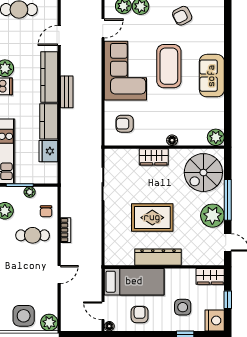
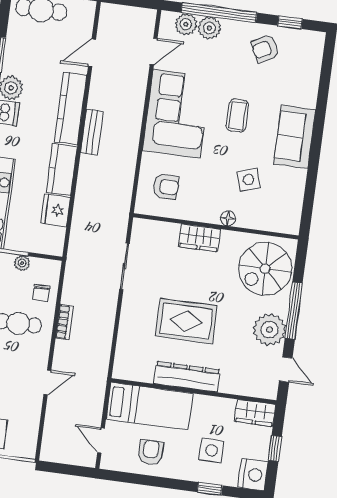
coffee table: (169, 66) -> (237, 116), width x0.54, depth x0.58
side table: (183, 111) -> (248, 180), added
armchair: (125, 124) -> (166, 187), turned 180
plant: (216, 137) -> (289, 222), removed
plant: (49, 323) -> (25, 447), removed
floor lamp: (109, 326) -> (107, 463), removed

